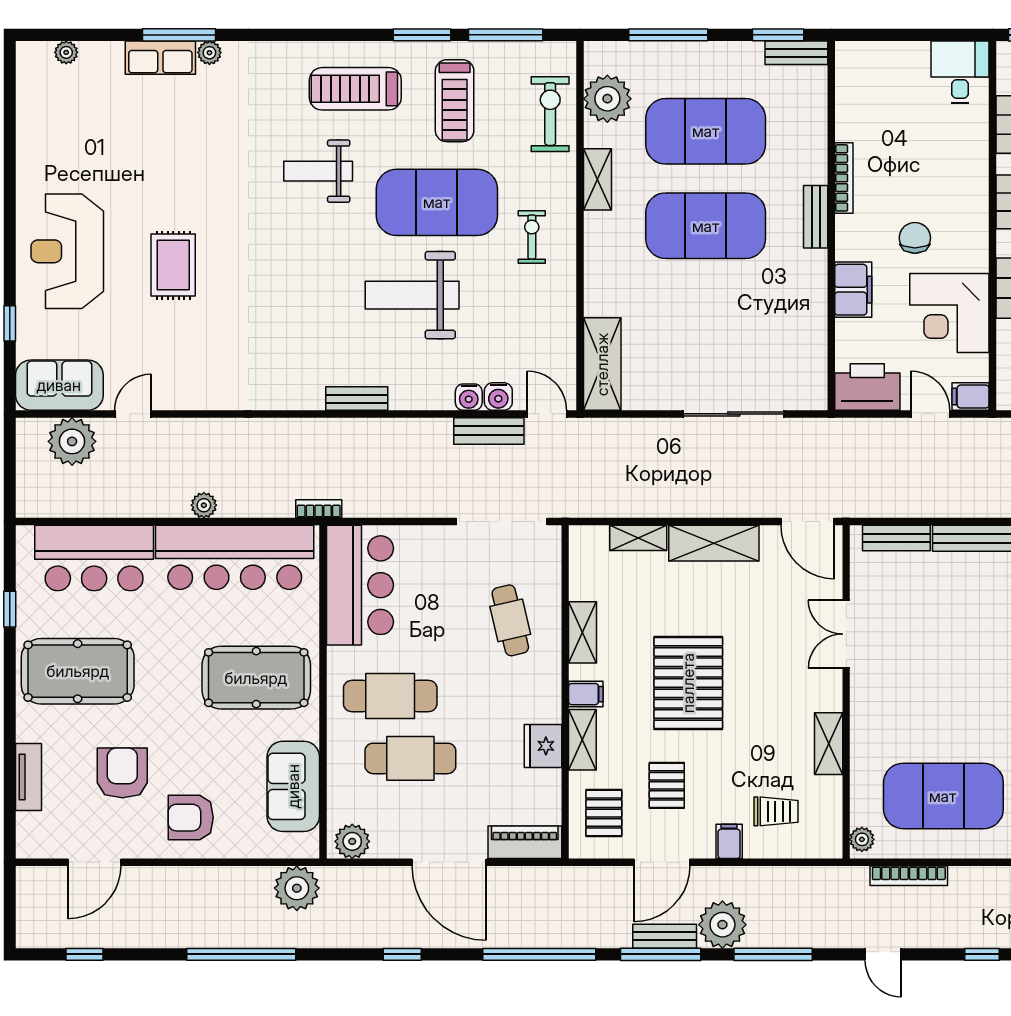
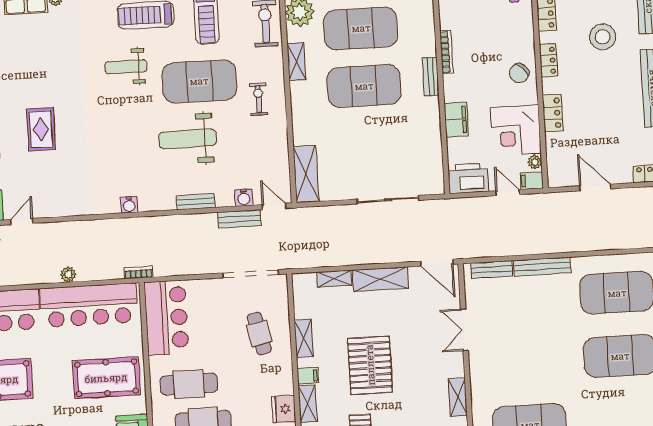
chair: (915, 238) -> (519, 73), moved, turned -136
plant: (978, 366) -> (535, 162), added
water cooler: (469, 397) -> (129, 205), moved
bench: (357, 399) -> (196, 202), moved

